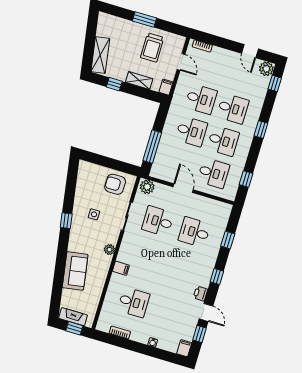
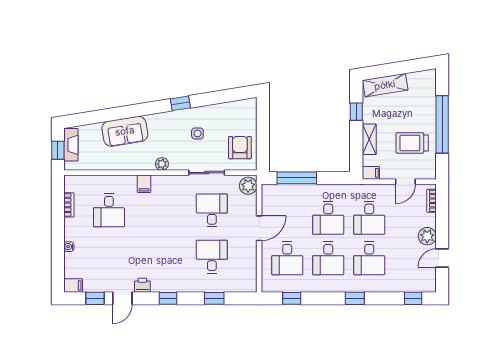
window: (145, 20) -> (442, 124), width x2.11
plant: (266, 69) -> (427, 236), moved

